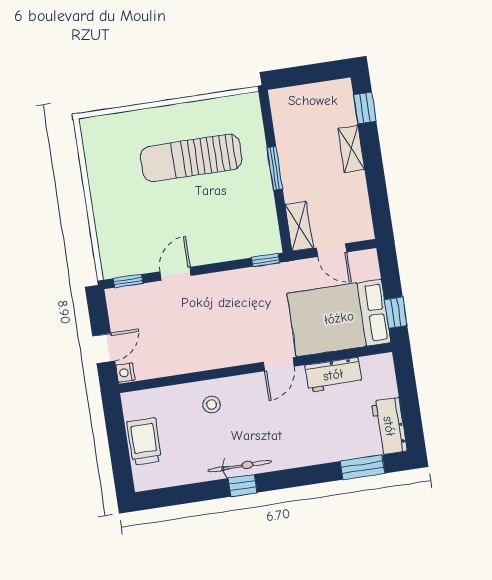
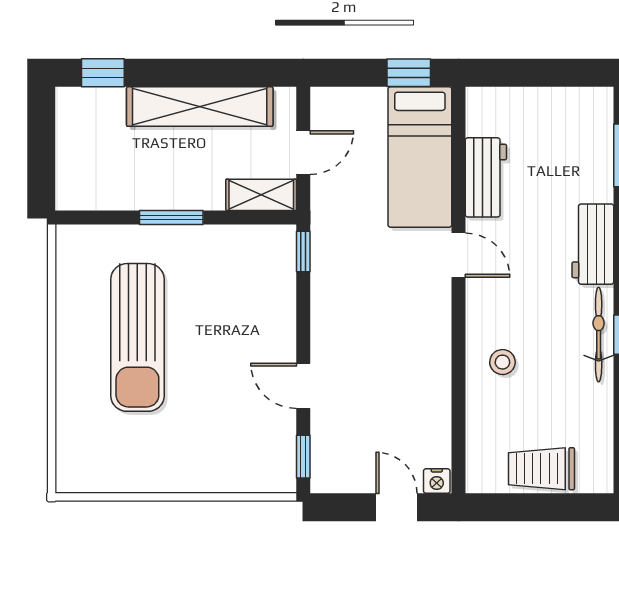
shelving: (351, 149) -> (200, 107), width x2.20, depth x1.33
bed: (339, 318) -> (420, 157), width x0.67
workbench: (389, 426) -> (593, 244), moved, turned 90

